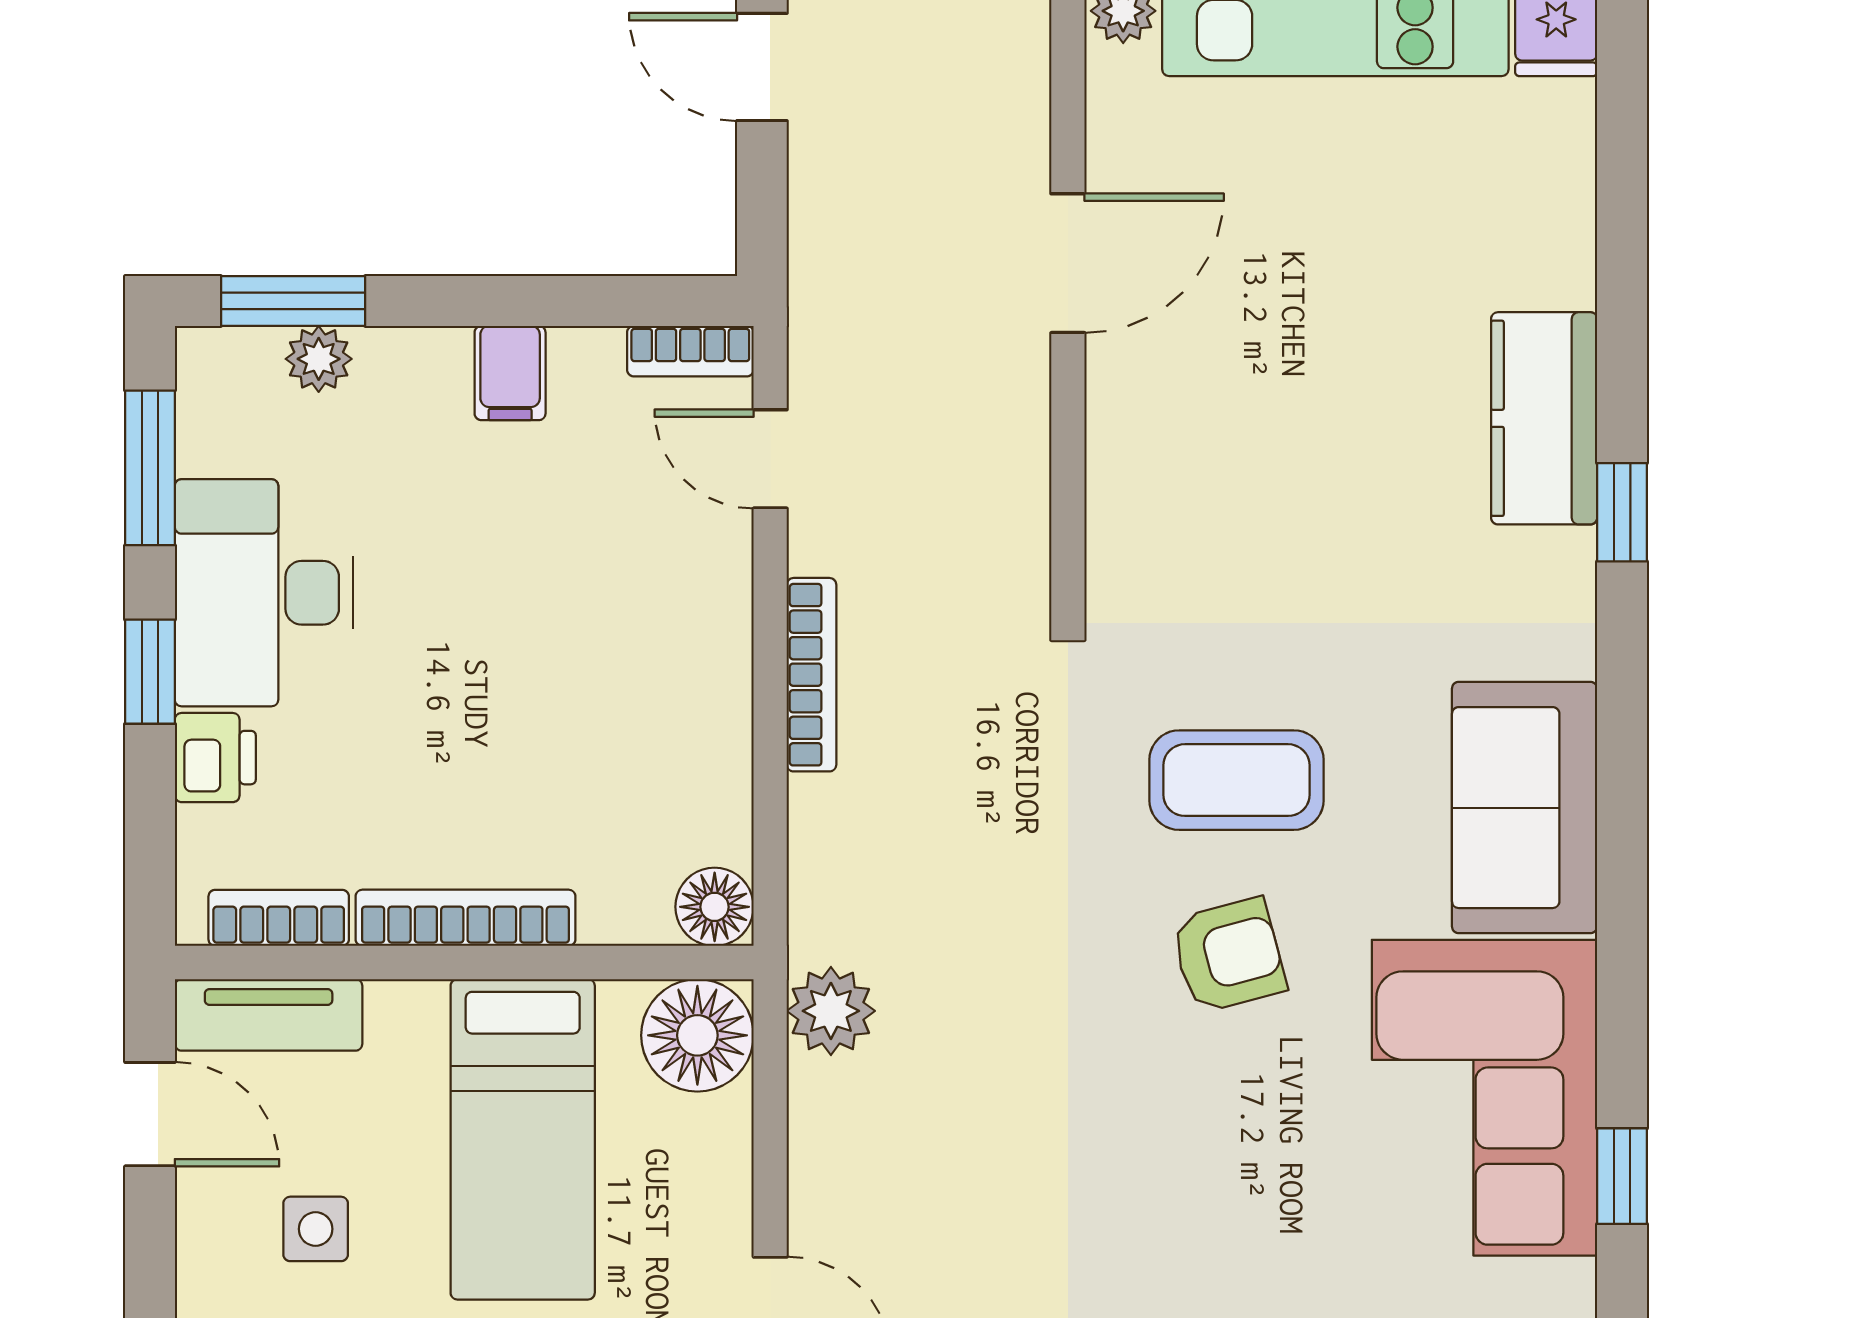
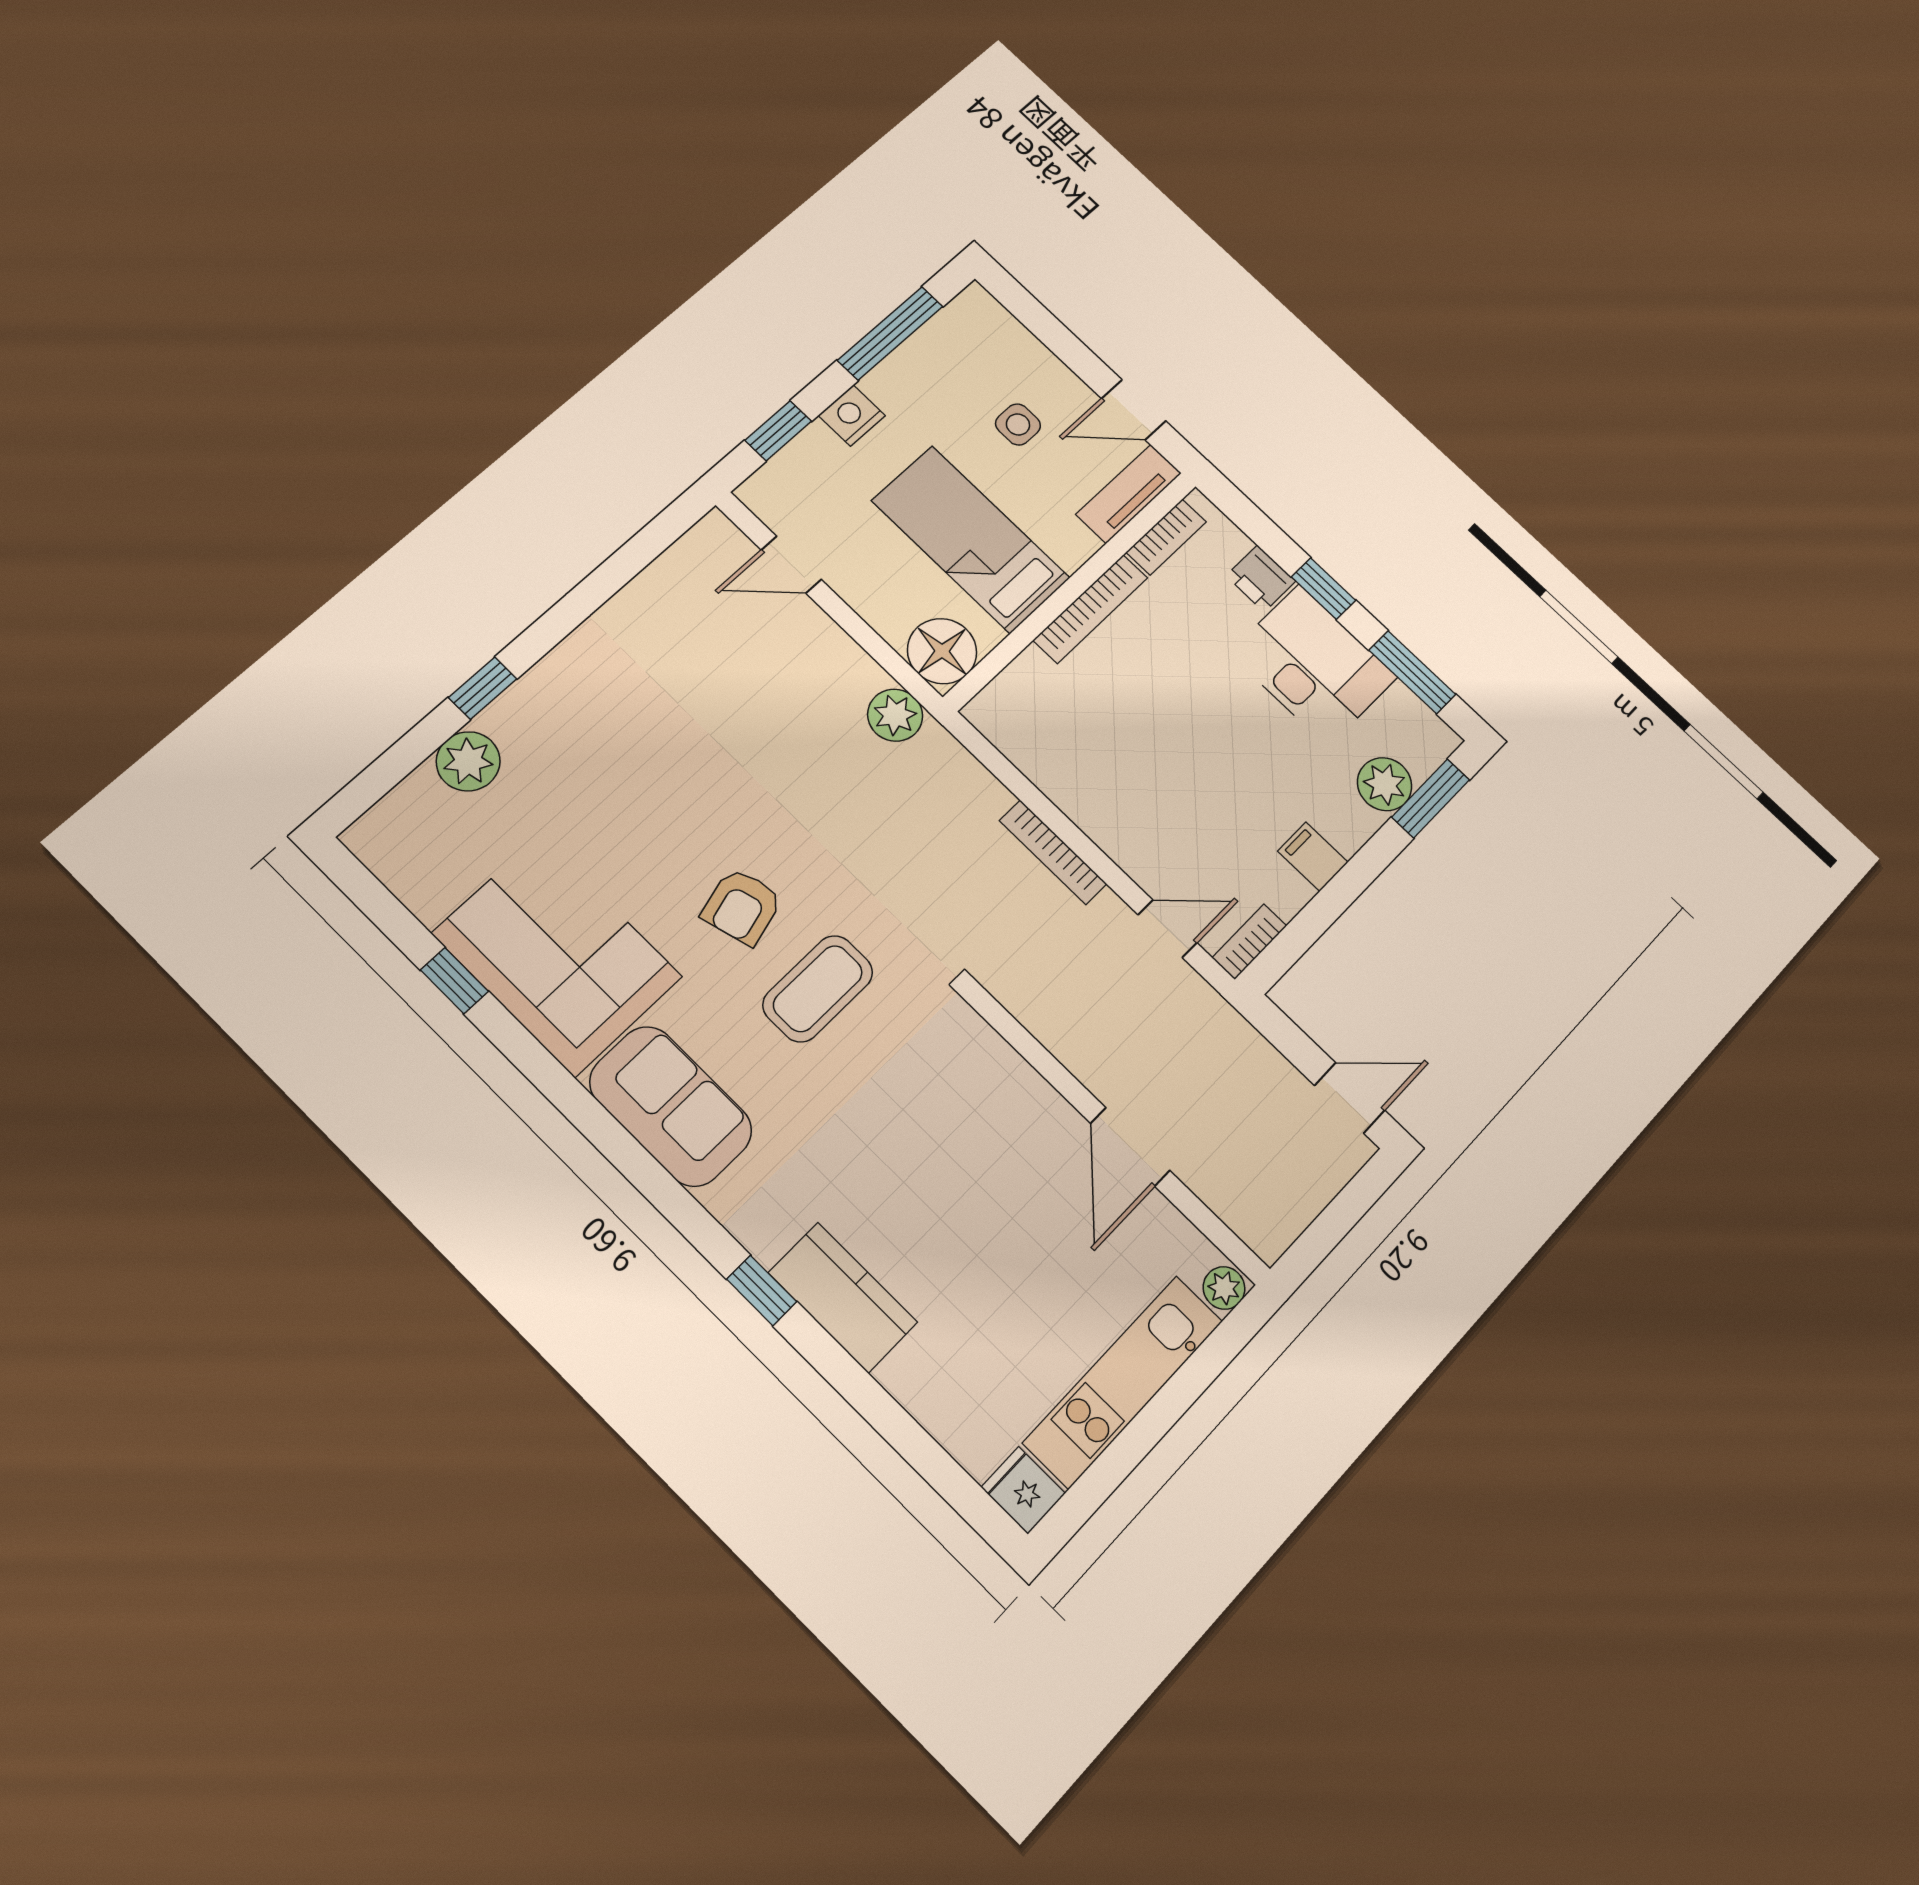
plant: (319, 359) -> (1385, 784), width x1.38, depth x1.38
floor lamp: (715, 907) -> (991, 712), removed

